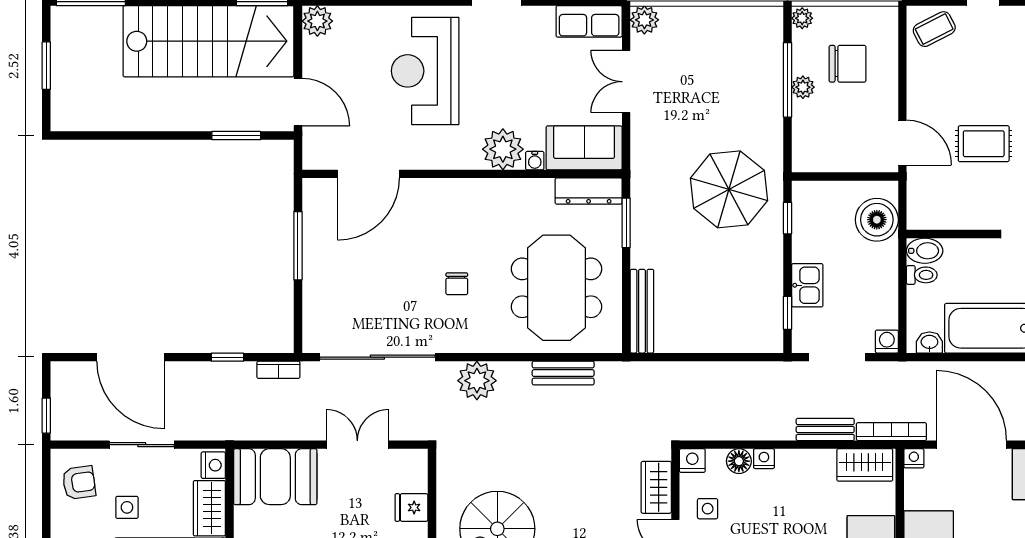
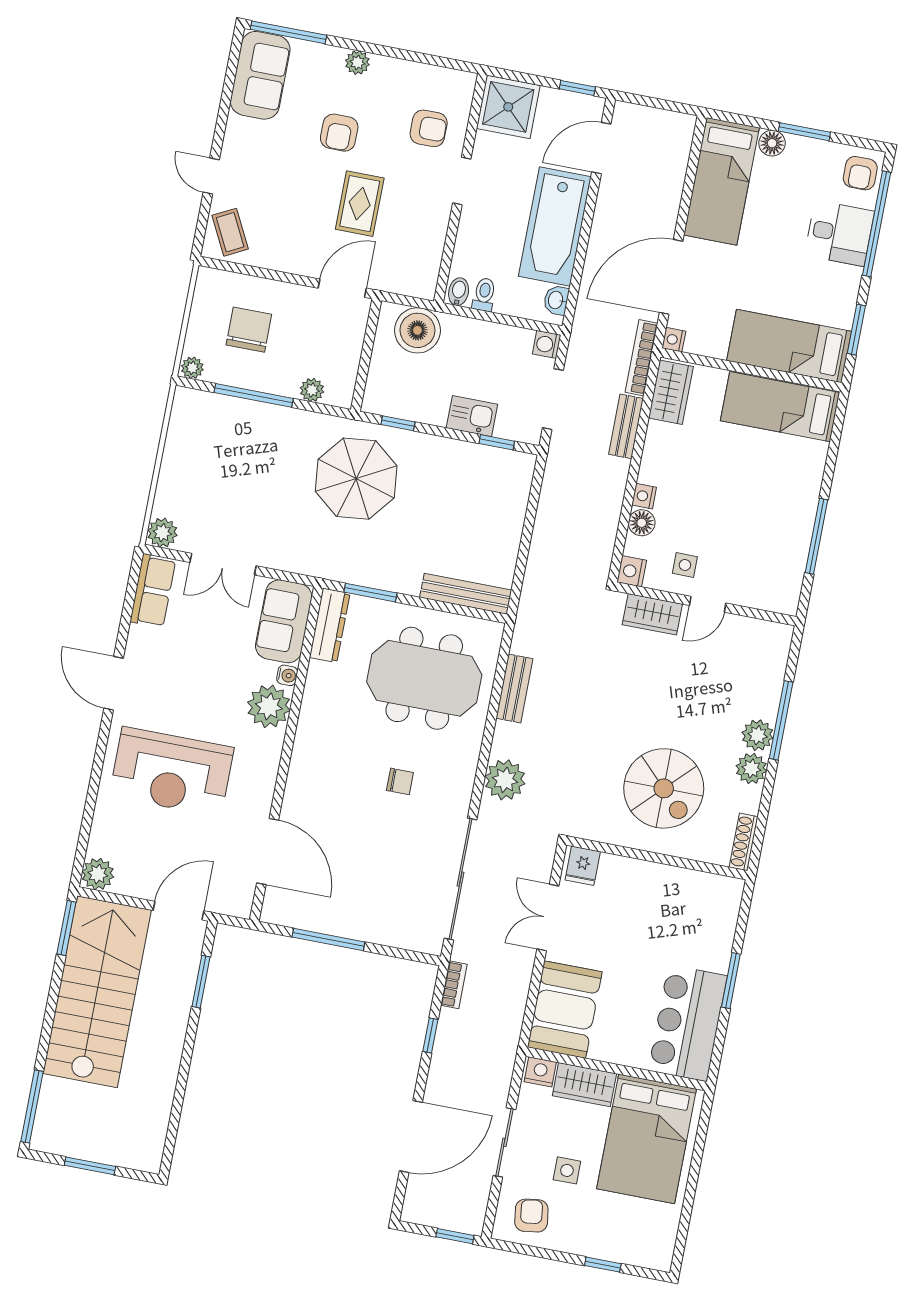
plant: (803, 87) -> (312, 390), moved
bidet: (925, 251) -> (459, 292), width x0.72, depth x0.74
fridge: (411, 507) -> (583, 866), moved

